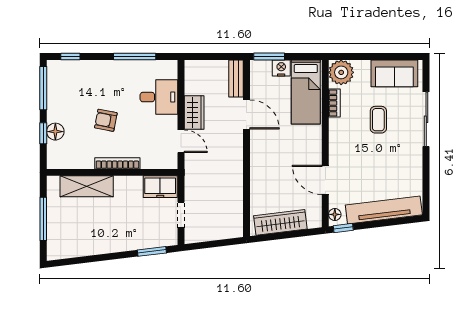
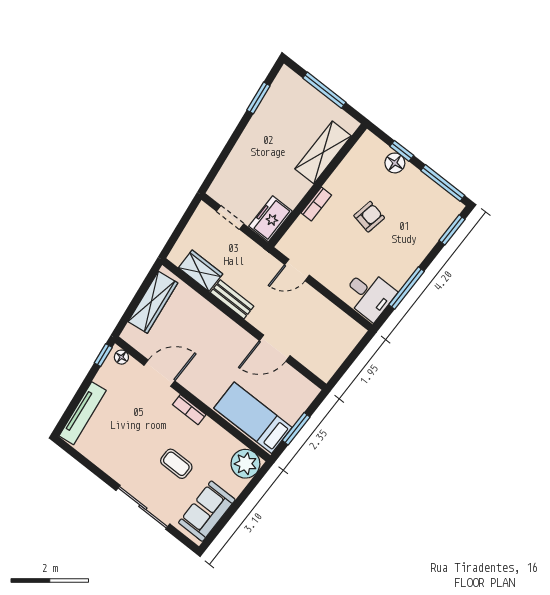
window: (70, 57) -> (452, 230), width x1.50
window: (269, 57) -> (296, 429), moved
nightstand: (281, 68) -> (292, 413), removed
bench: (236, 79) -> (232, 299), moved
desk: (159, 97) -> (369, 295), moved, turned -90
bookcase: (334, 103) -> (189, 410), moved
wardrobe: (194, 112) -> (201, 271), moved, turned 180
bookcase: (117, 163) -> (316, 204), width x0.64
tv unit: (384, 210) -> (83, 413), width x0.73, depth x0.78
window: (152, 251) -> (258, 98), moved

